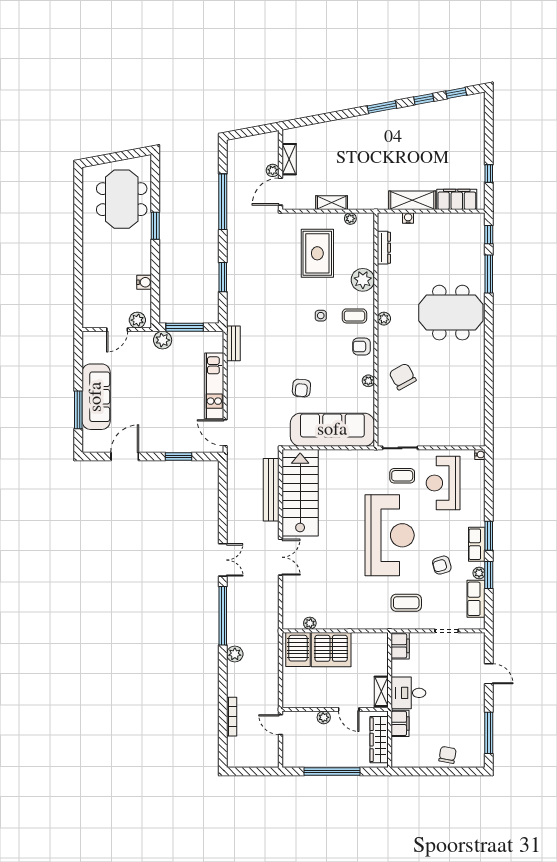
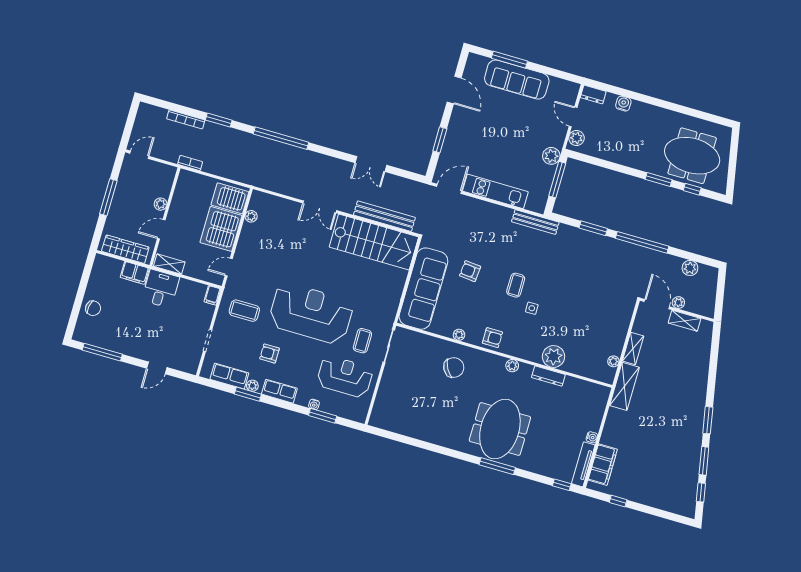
window: (424, 99) -> (704, 461), width x1.50
window: (155, 189) -> (692, 189), added
shelving: (412, 200) -> (624, 386), moved
window: (223, 202) -> (642, 242), moved
water cooler: (408, 218) -> (592, 437), moved
tv unit: (462, 219) -> (583, 464), added
dresser: (384, 248) -> (548, 376), moved
rug: (317, 253) -> (590, 322), removed
window: (489, 274) -> (497, 466), moved
water cooler: (144, 282) -> (623, 104), moved, turned 180
dresser: (89, 316) -> (593, 95), added
coffee table: (354, 316) -> (516, 285), moved
bench: (233, 343) -> (535, 222), width x1.36
armchair: (362, 347) -> (492, 338), turned 90
water cooler: (480, 455) -> (314, 404), moved
reception desk: (390, 535) -> (311, 313), turned 180
window: (489, 536) -> (323, 416), moved
double door: (223, 560) -> (371, 164), moved
armchair: (442, 565) -> (270, 353), turned -74
coffee table: (406, 603) -> (244, 311), turned 90
door: (367, 631) -> (229, 267), added
filing cabinet: (400, 646) -> (212, 295), width x0.50
plant: (235, 654) -> (690, 268), moved
window: (223, 683) -> (219, 120), added
bookcase: (274, 700) -> (190, 163), added
door: (280, 725) -> (139, 155), moved
window: (332, 772) -> (108, 197), width x0.68

